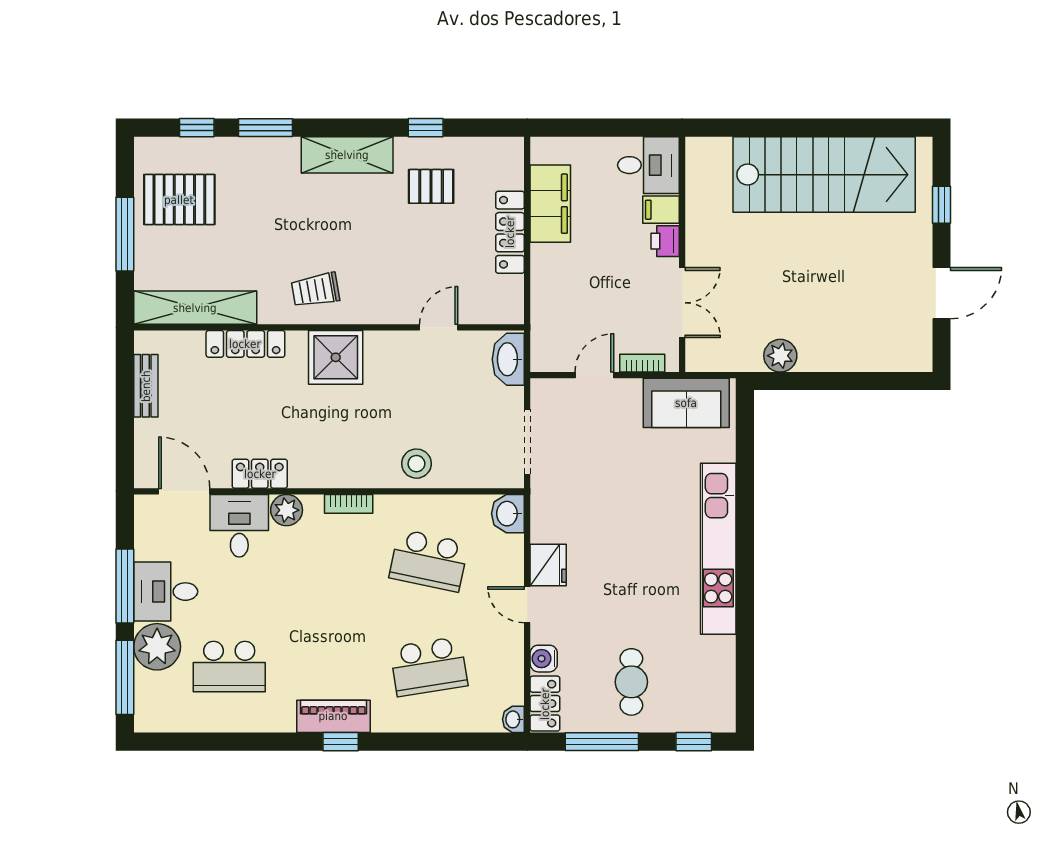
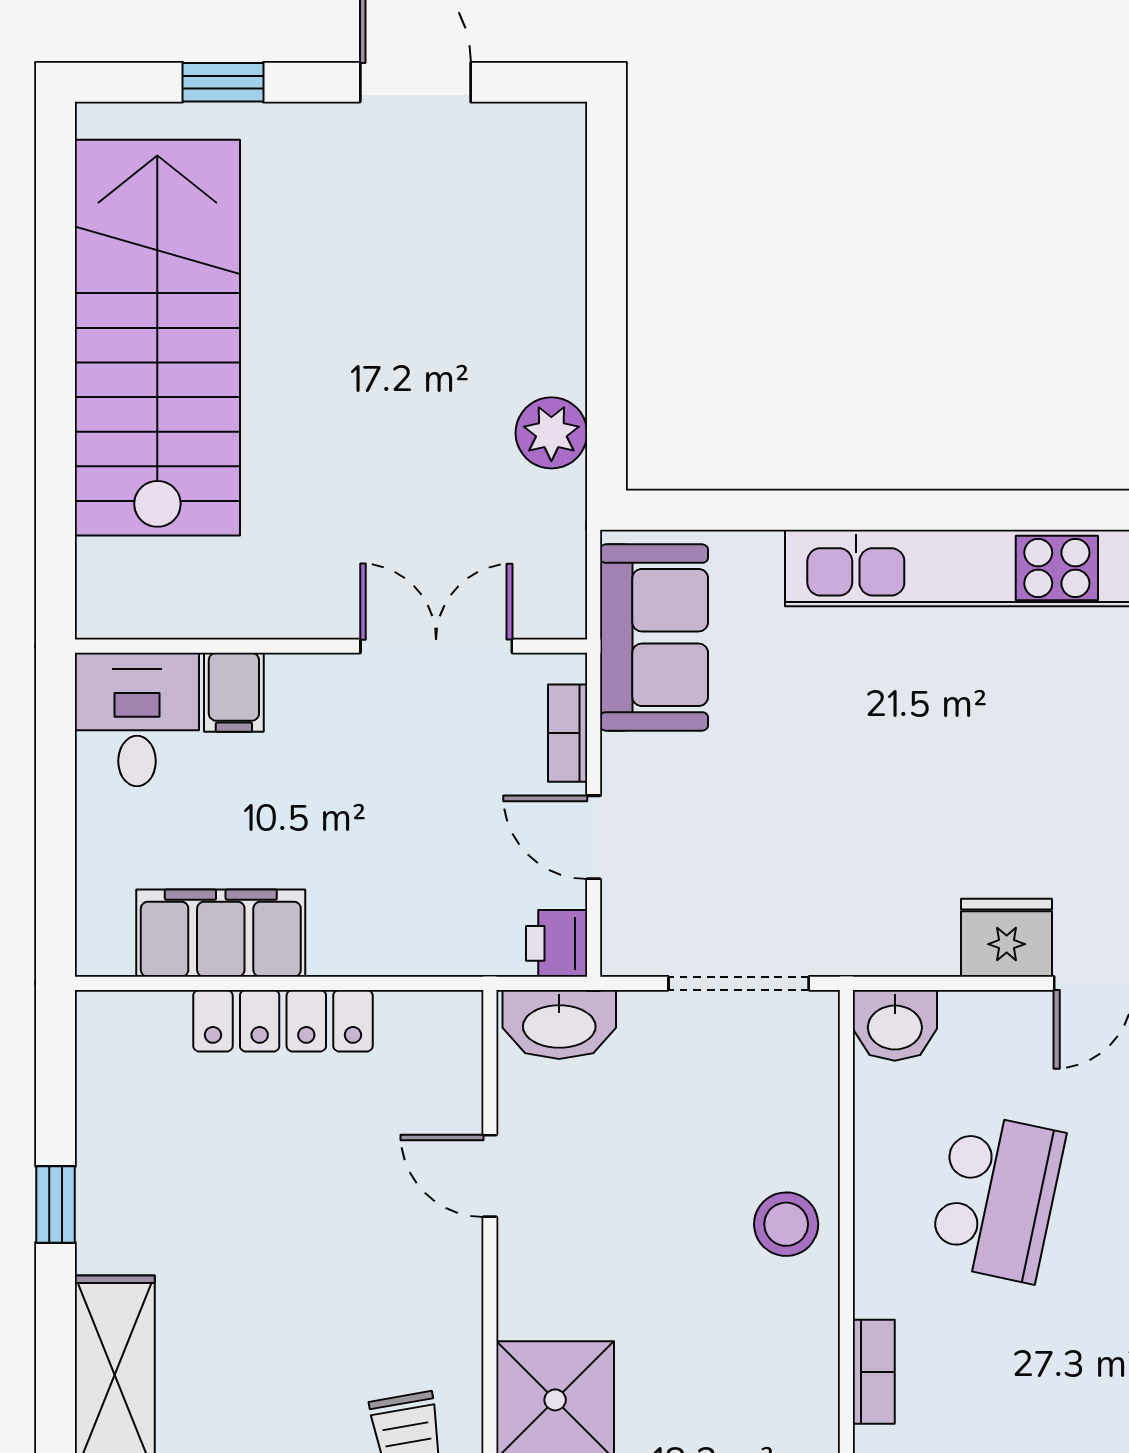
pallet: (431, 186) -> (183, 1192), removed
printer: (665, 241) -> (557, 943), moved, turned 90

